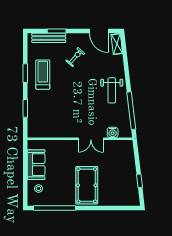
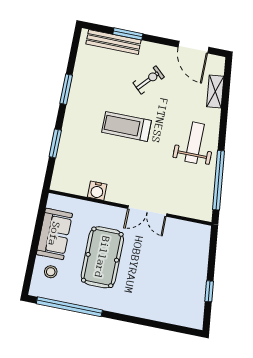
shelving: (117, 44) -> (215, 92), moved
treadmill: (43, 75) -> (127, 126), moved, turned -90
weight bench: (112, 90) -> (195, 143), turned 180
water cooler: (113, 132) -> (97, 191), moved
pool table: (87, 185) -> (102, 257), moved

